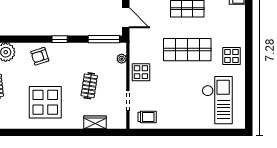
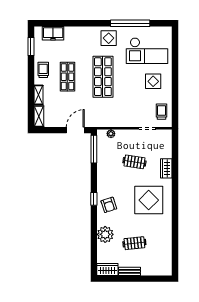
window: (60, 39) -> (94, 199), moved
display table: (141, 72) -> (153, 81), moved
window: (249, 81) -> (130, 23), added
checkout: (217, 100) -> (147, 51), turned 180
wardrobe: (95, 122) -> (166, 168), moved

